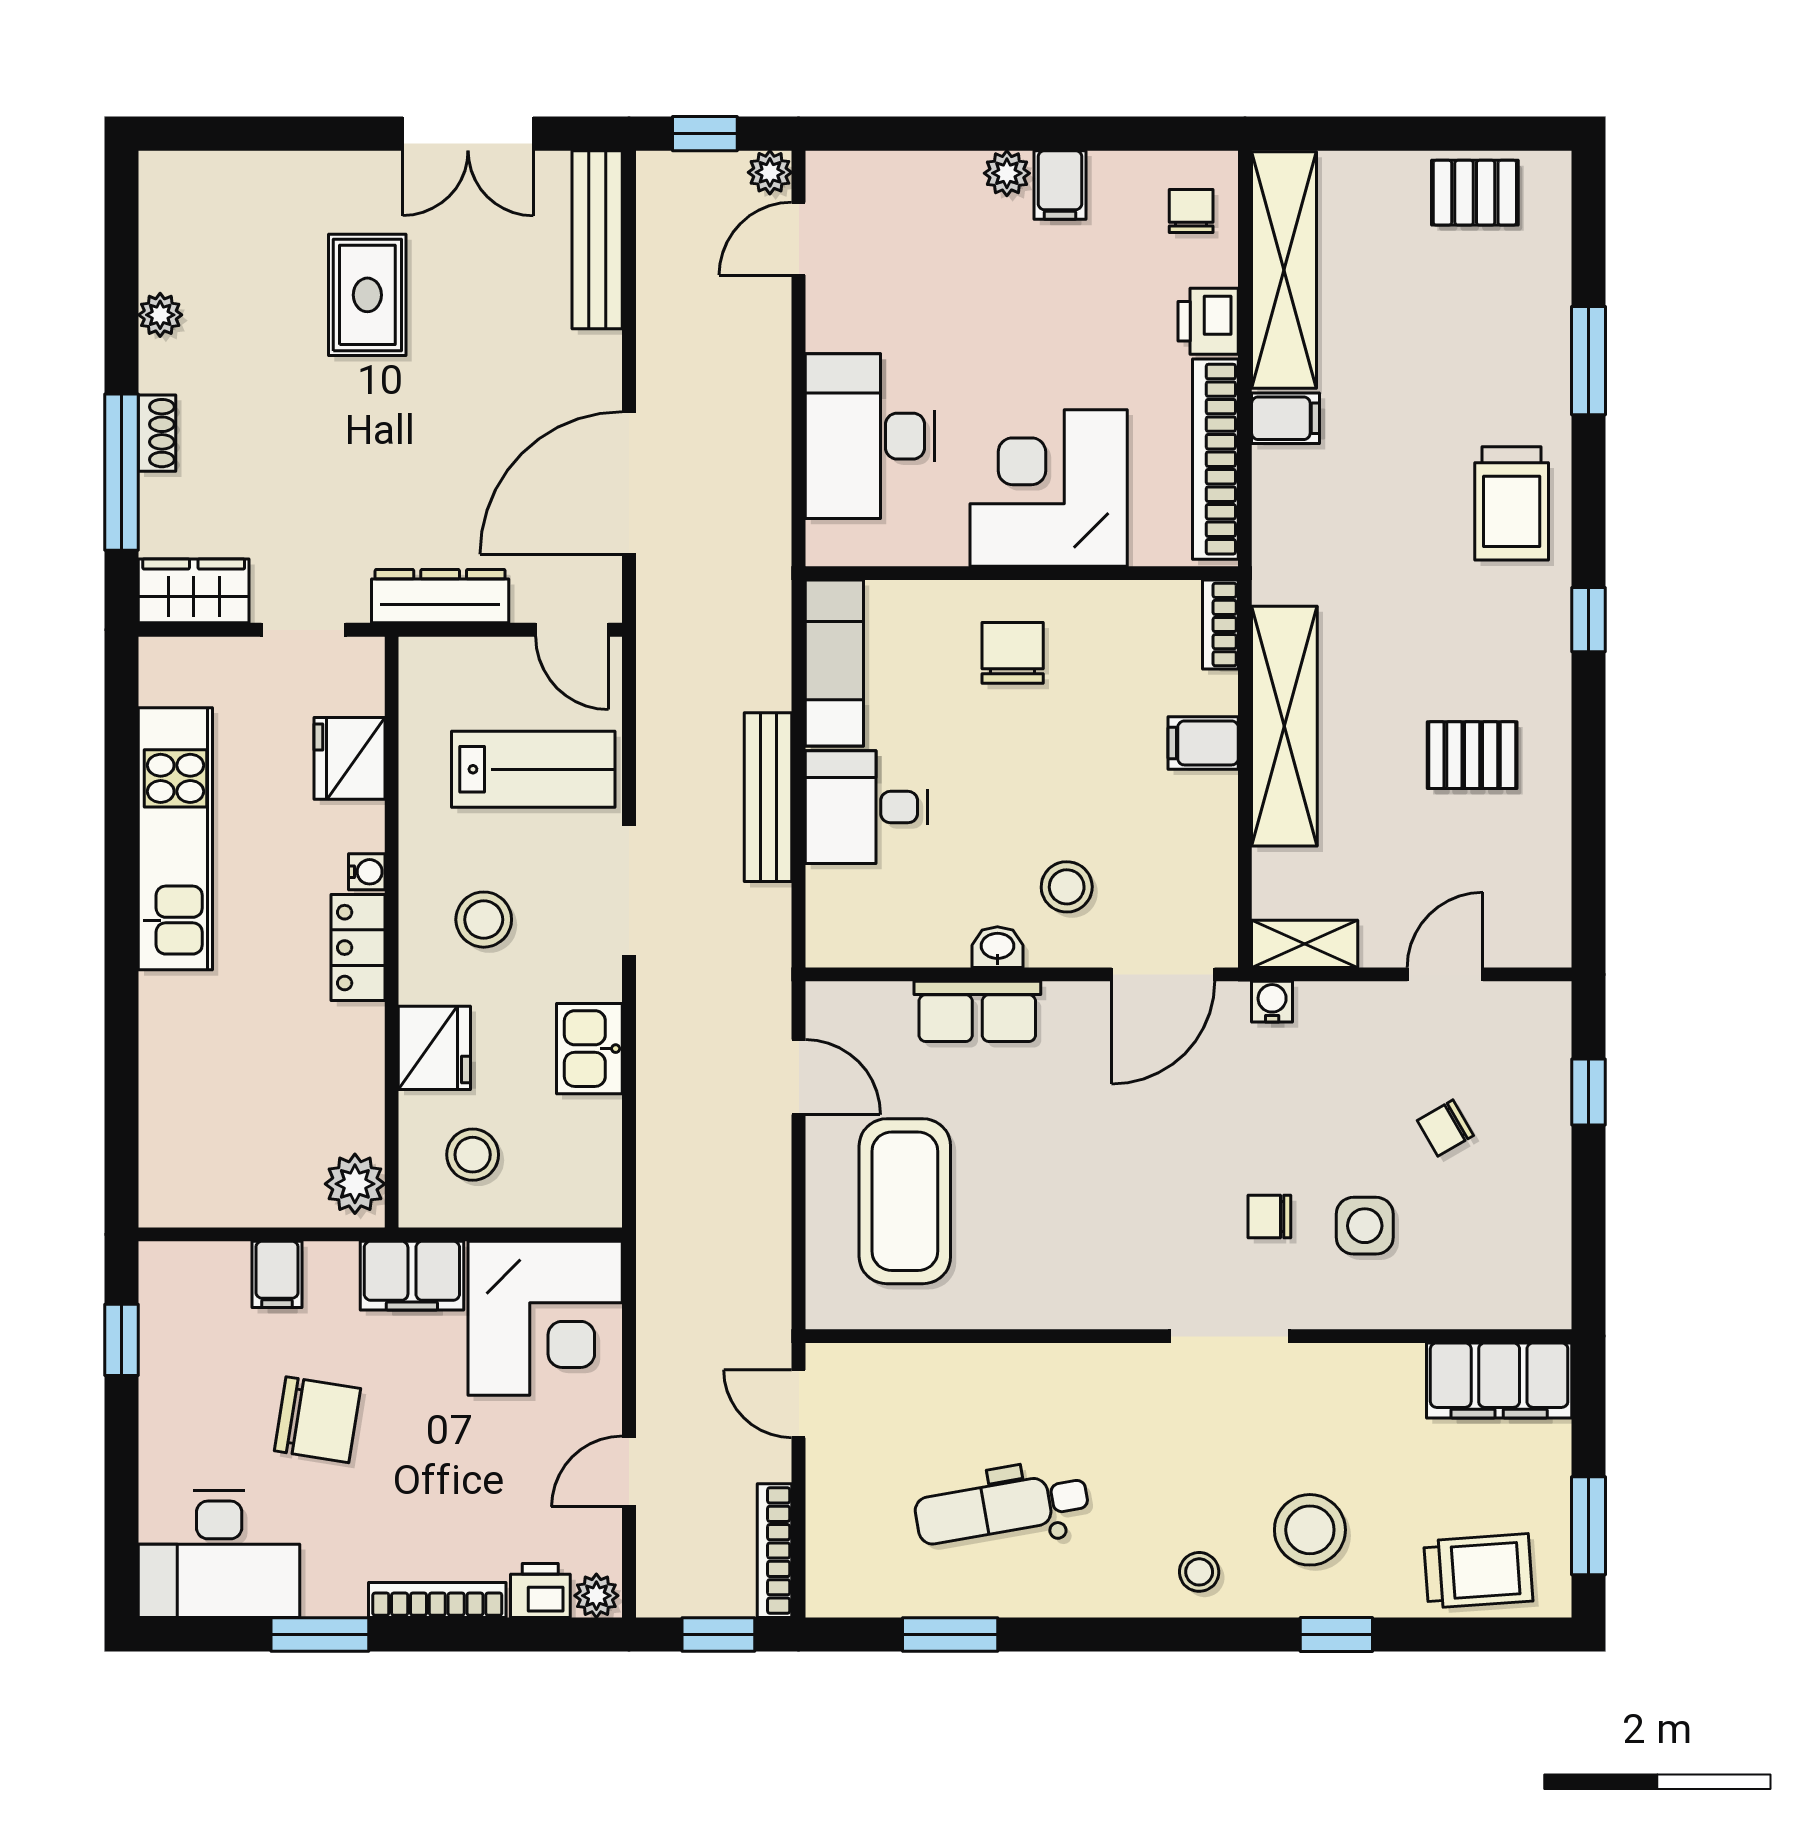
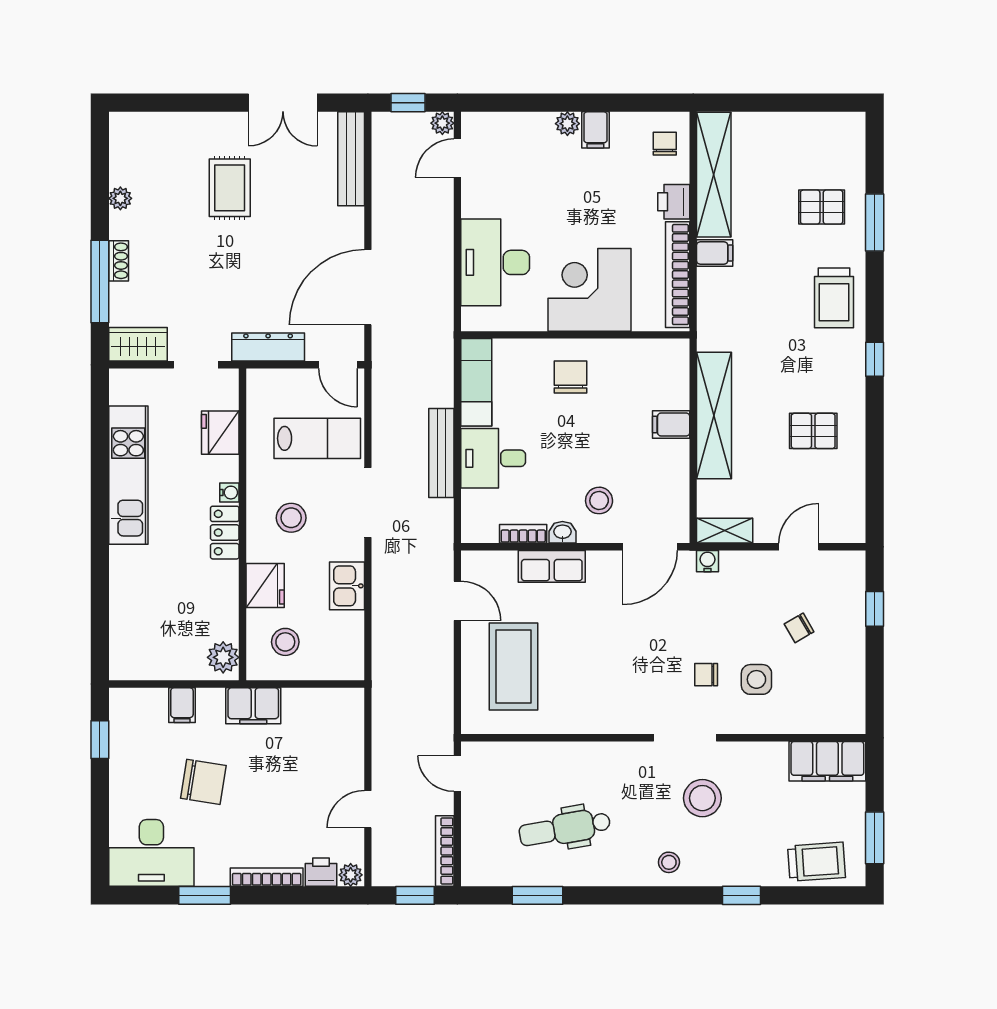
pallet: (1475, 193) -> (822, 207), moved
bookcase: (1220, 625) -> (523, 534), moved, turned 90
corner desk: (545, 1318) -> (324, 728), removed
stool: (1310, 1530) -> (702, 798), moved

